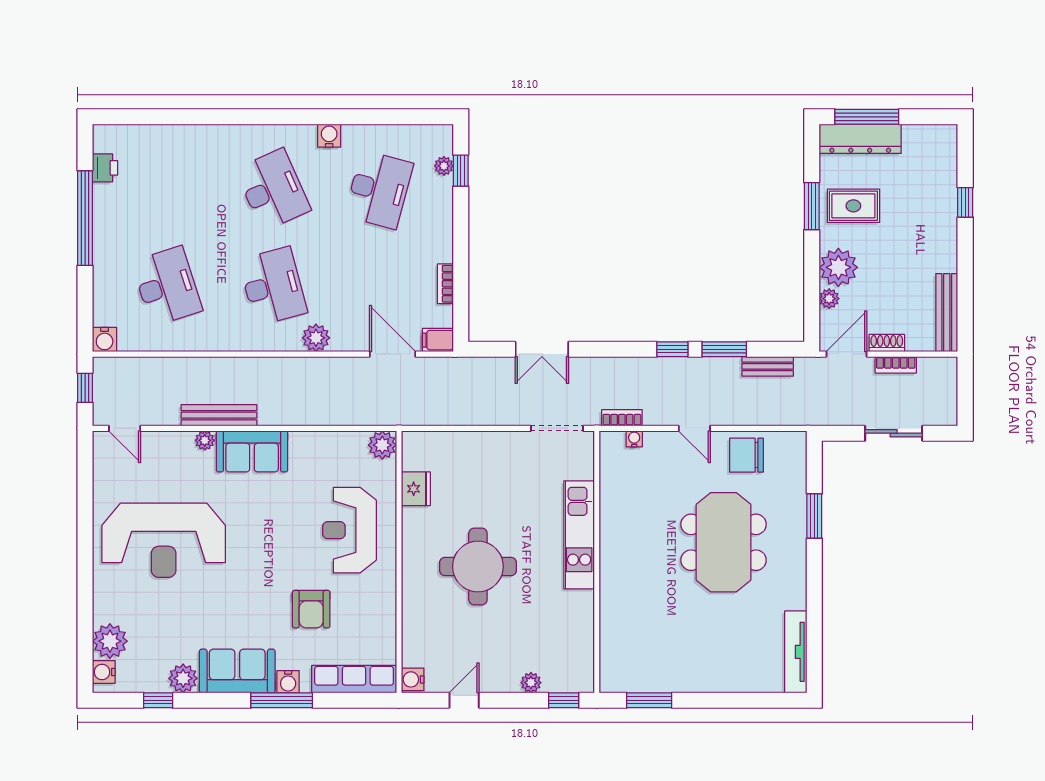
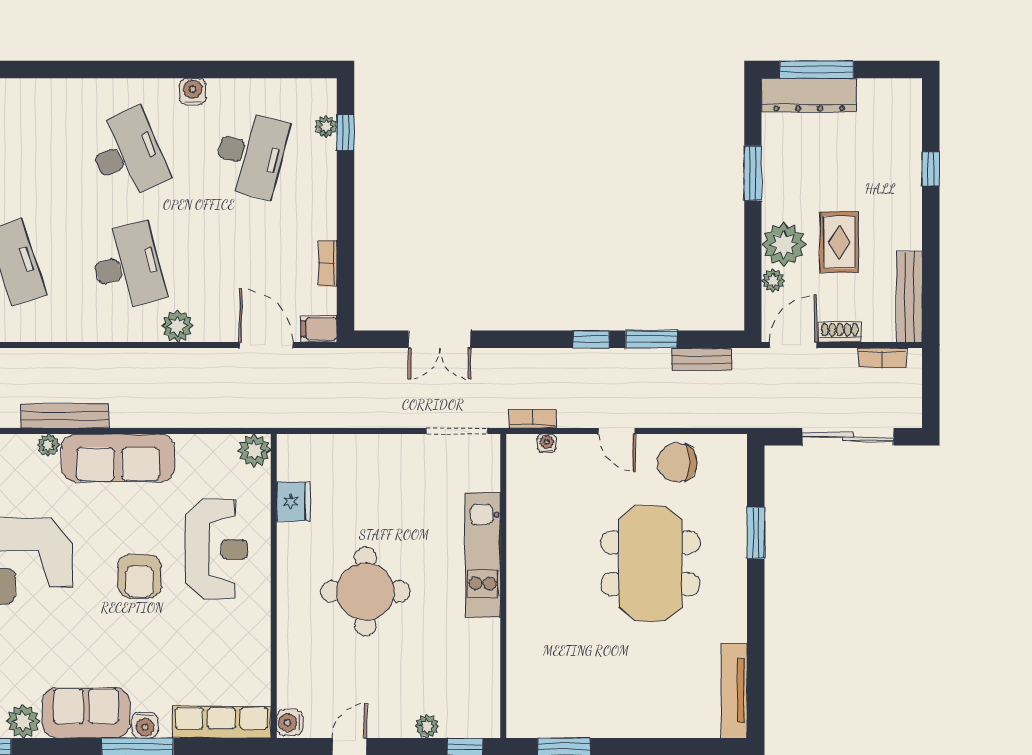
rug: (853, 206) -> (839, 242), moved, turned 90
bookcase: (896, 365) -> (882, 357), moved
sliding door: (894, 433) -> (848, 437), width x1.37
sofa: (252, 451) -> (118, 458), width x1.36
reception desk: (349, 530) -> (216, 549), turned 180
armchair: (311, 609) -> (140, 576), moved

